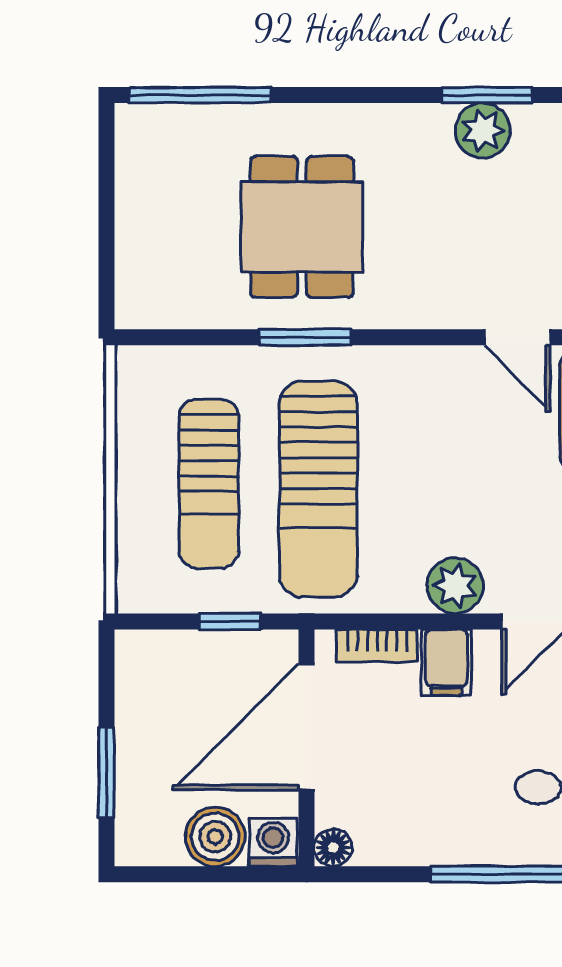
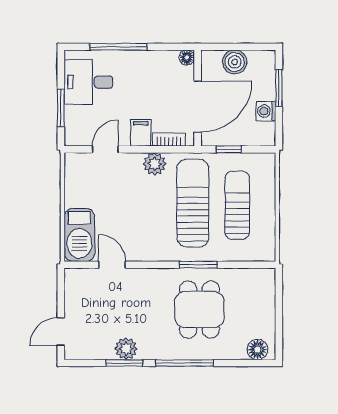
window: (200, 95) -> (184, 363), moved
floor lamp: (159, 128) -> (257, 350), added
plant: (455, 586) -> (155, 164), moved
washing machine: (273, 842) -> (266, 111), moved, turned 90

